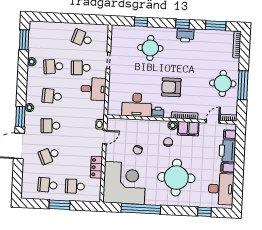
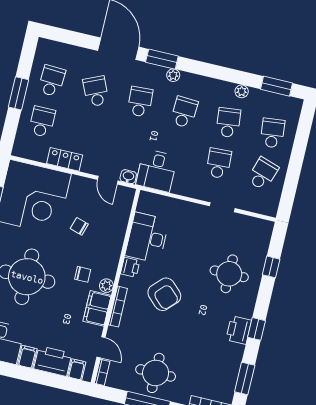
school desk: (55, 37) -> (272, 133), added
armchair: (171, 87) -> (164, 294), turned 134
desk: (94, 89) -> (157, 171), moved

